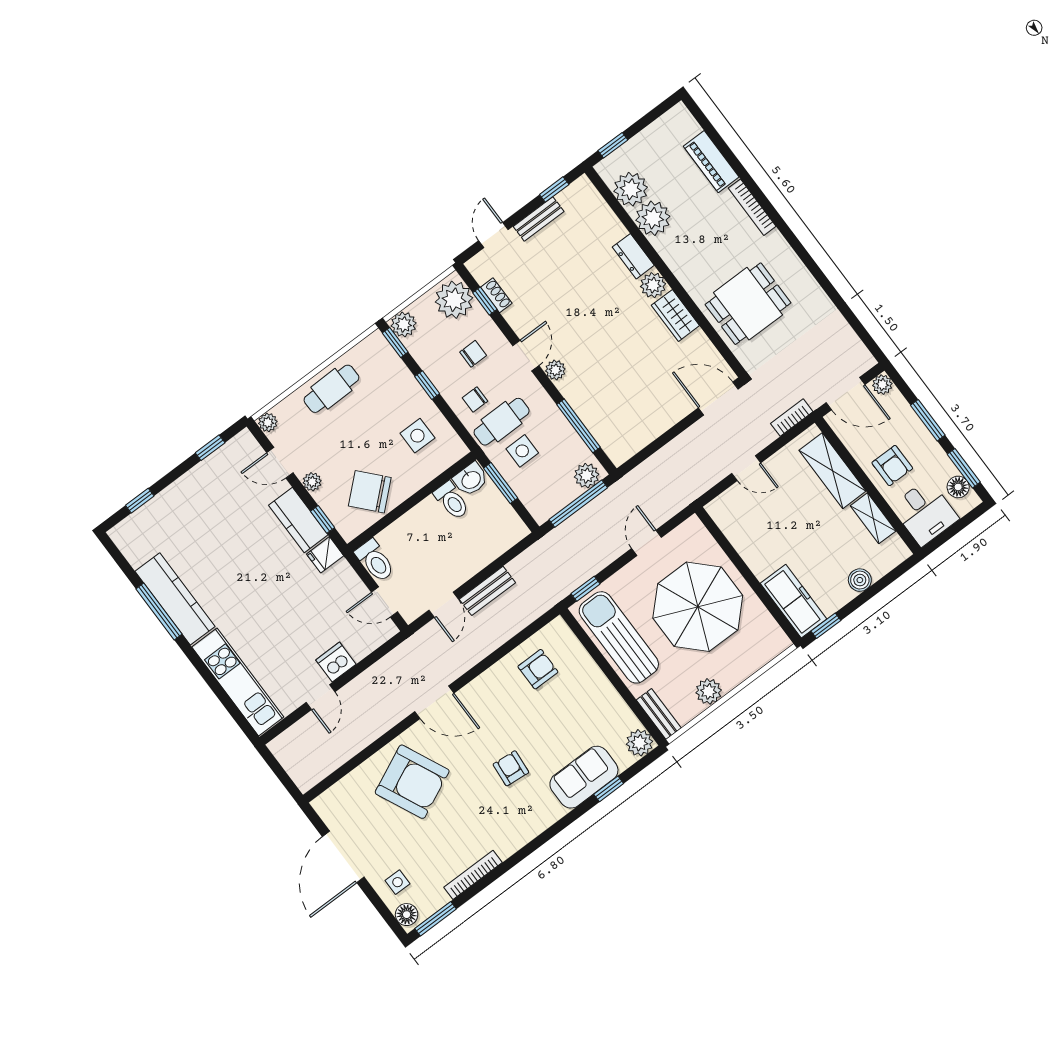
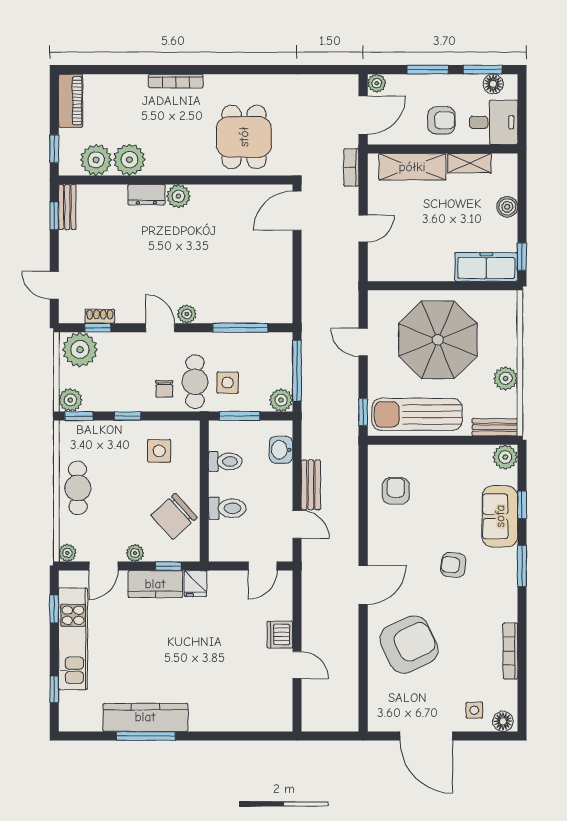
piano: (711, 162) -> (71, 101), moved, turned -90
bench: (539, 219) -> (67, 207), moved
wardrobe: (675, 315) -> (213, 196), removed
chair: (473, 354) -> (130, 365), removed
plant: (587, 476) -> (281, 400), moved
washbasin: (471, 479) -> (281, 450), moved, turned 180
toilet: (375, 561) -> (227, 508), moved
kitchen unit: (238, 682) -> (73, 639), moved, turned 90
window: (436, 919) -> (522, 566), moved

